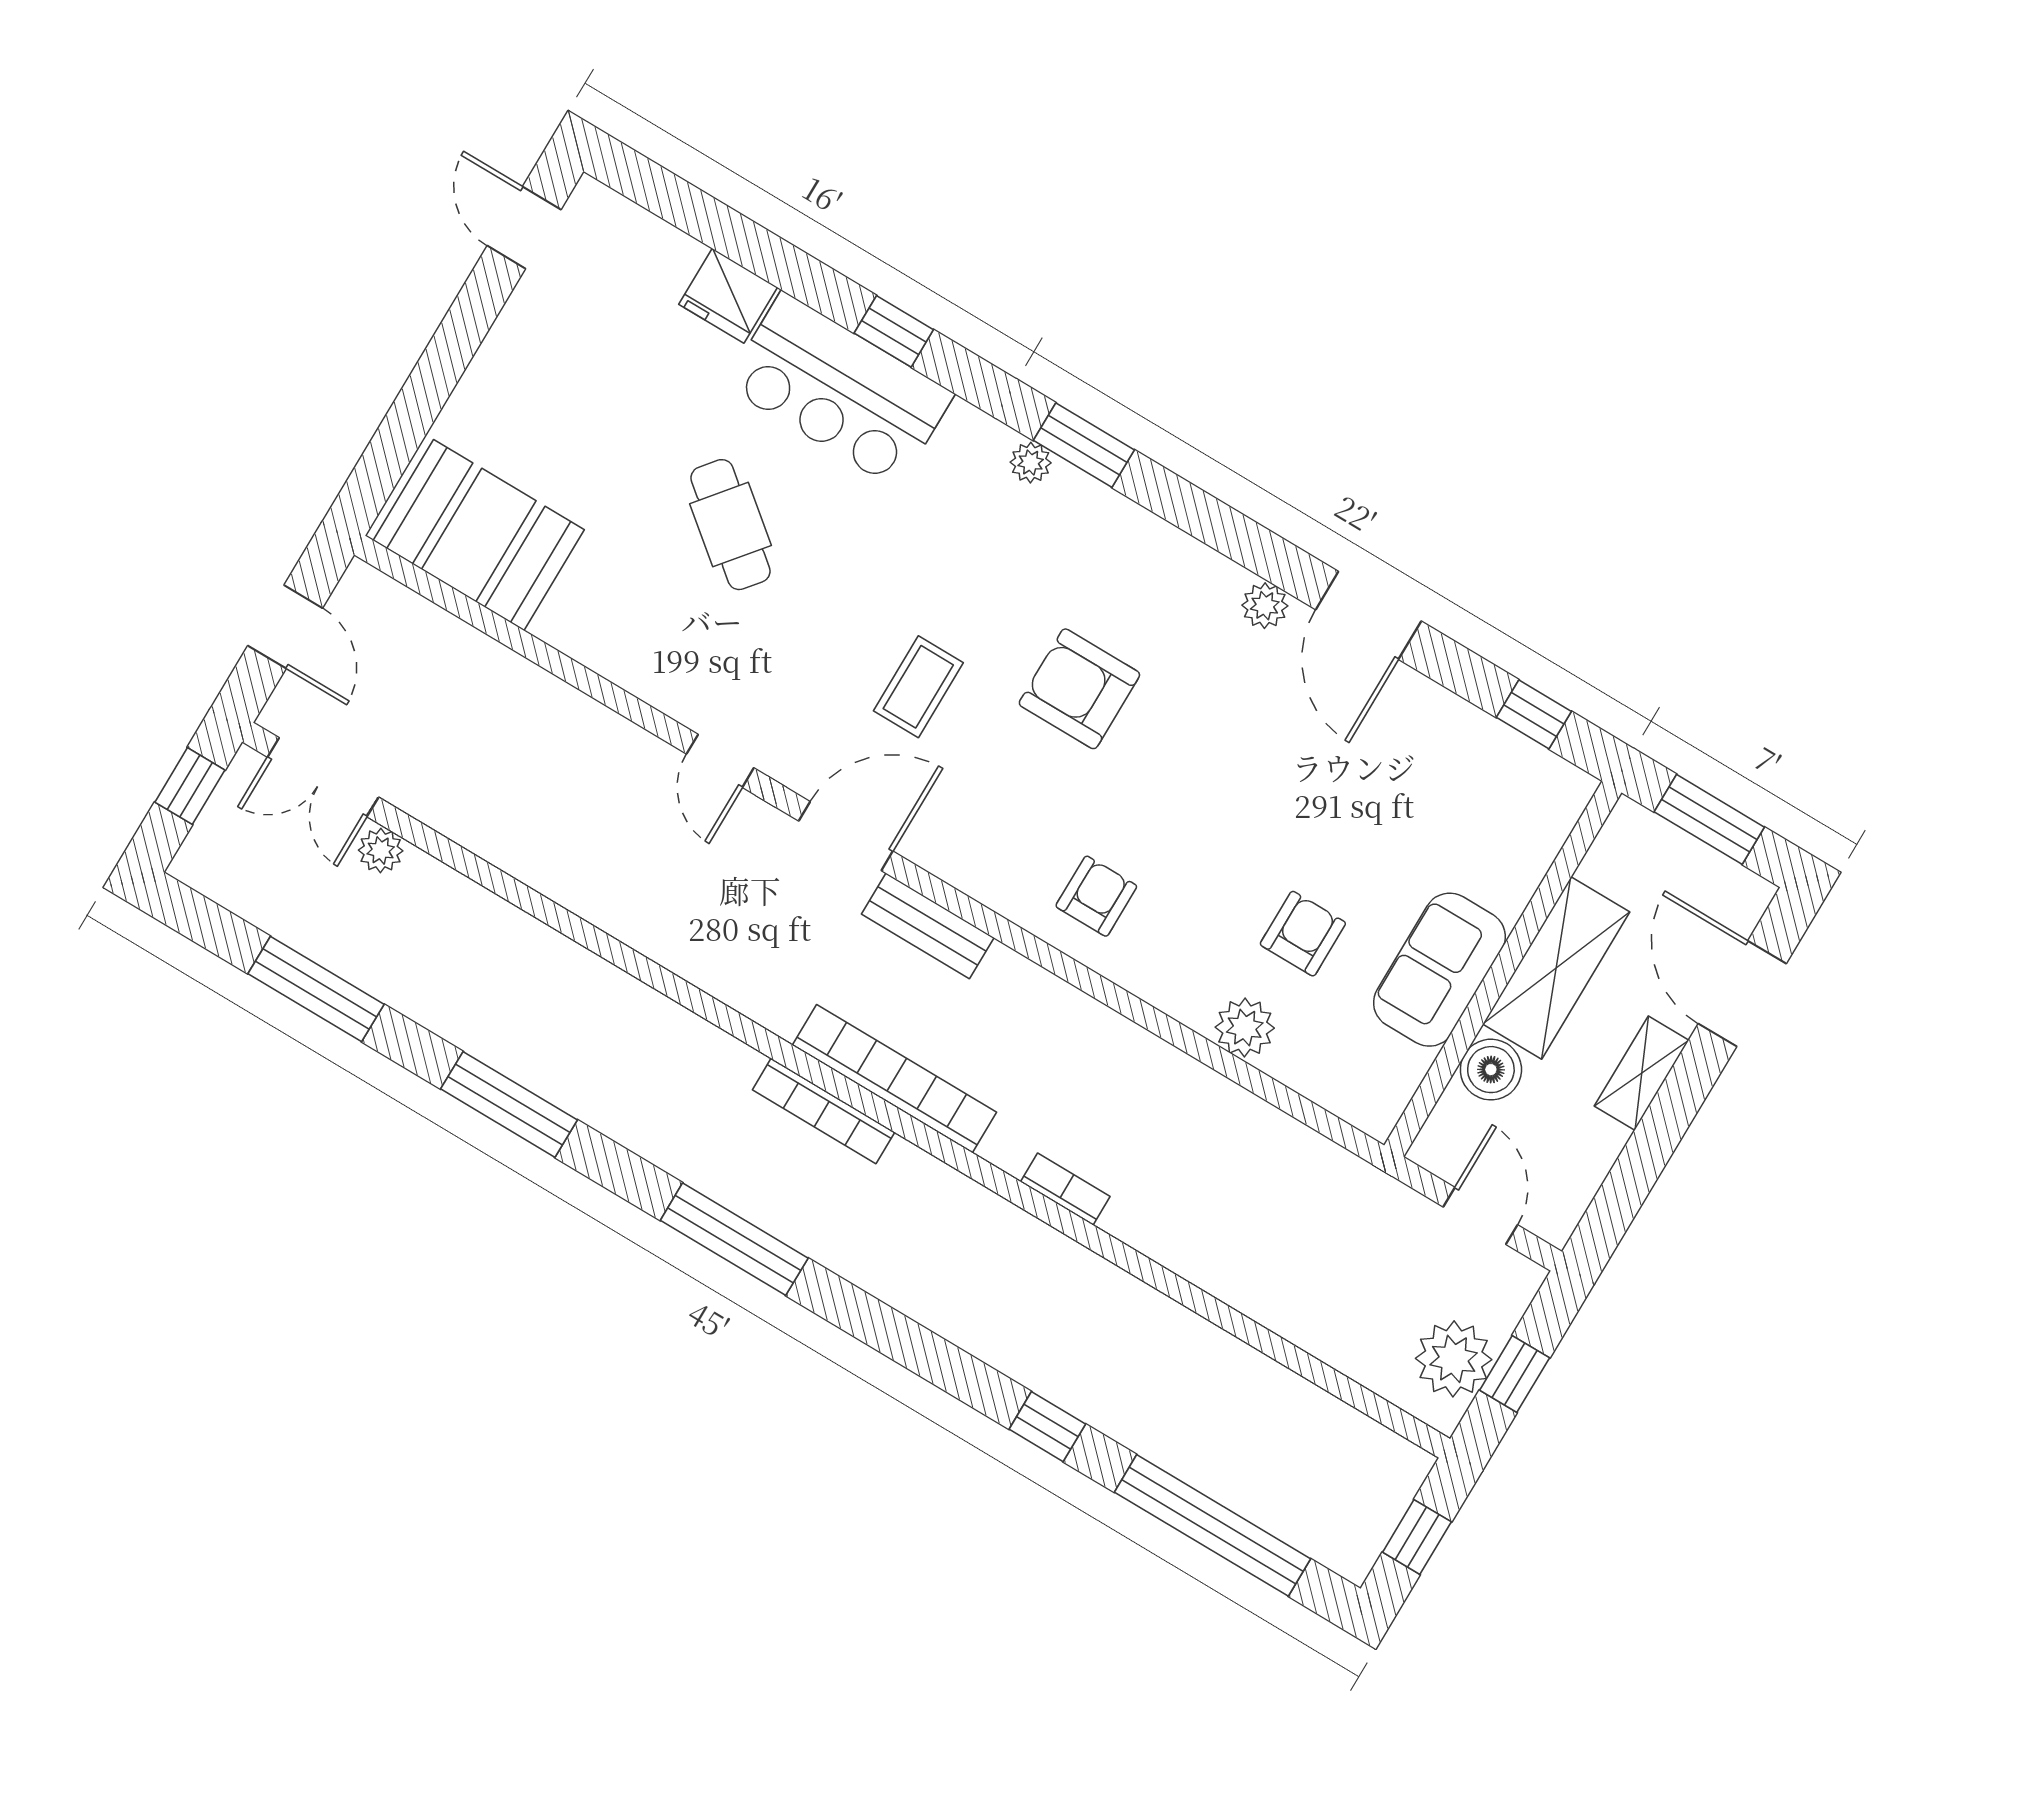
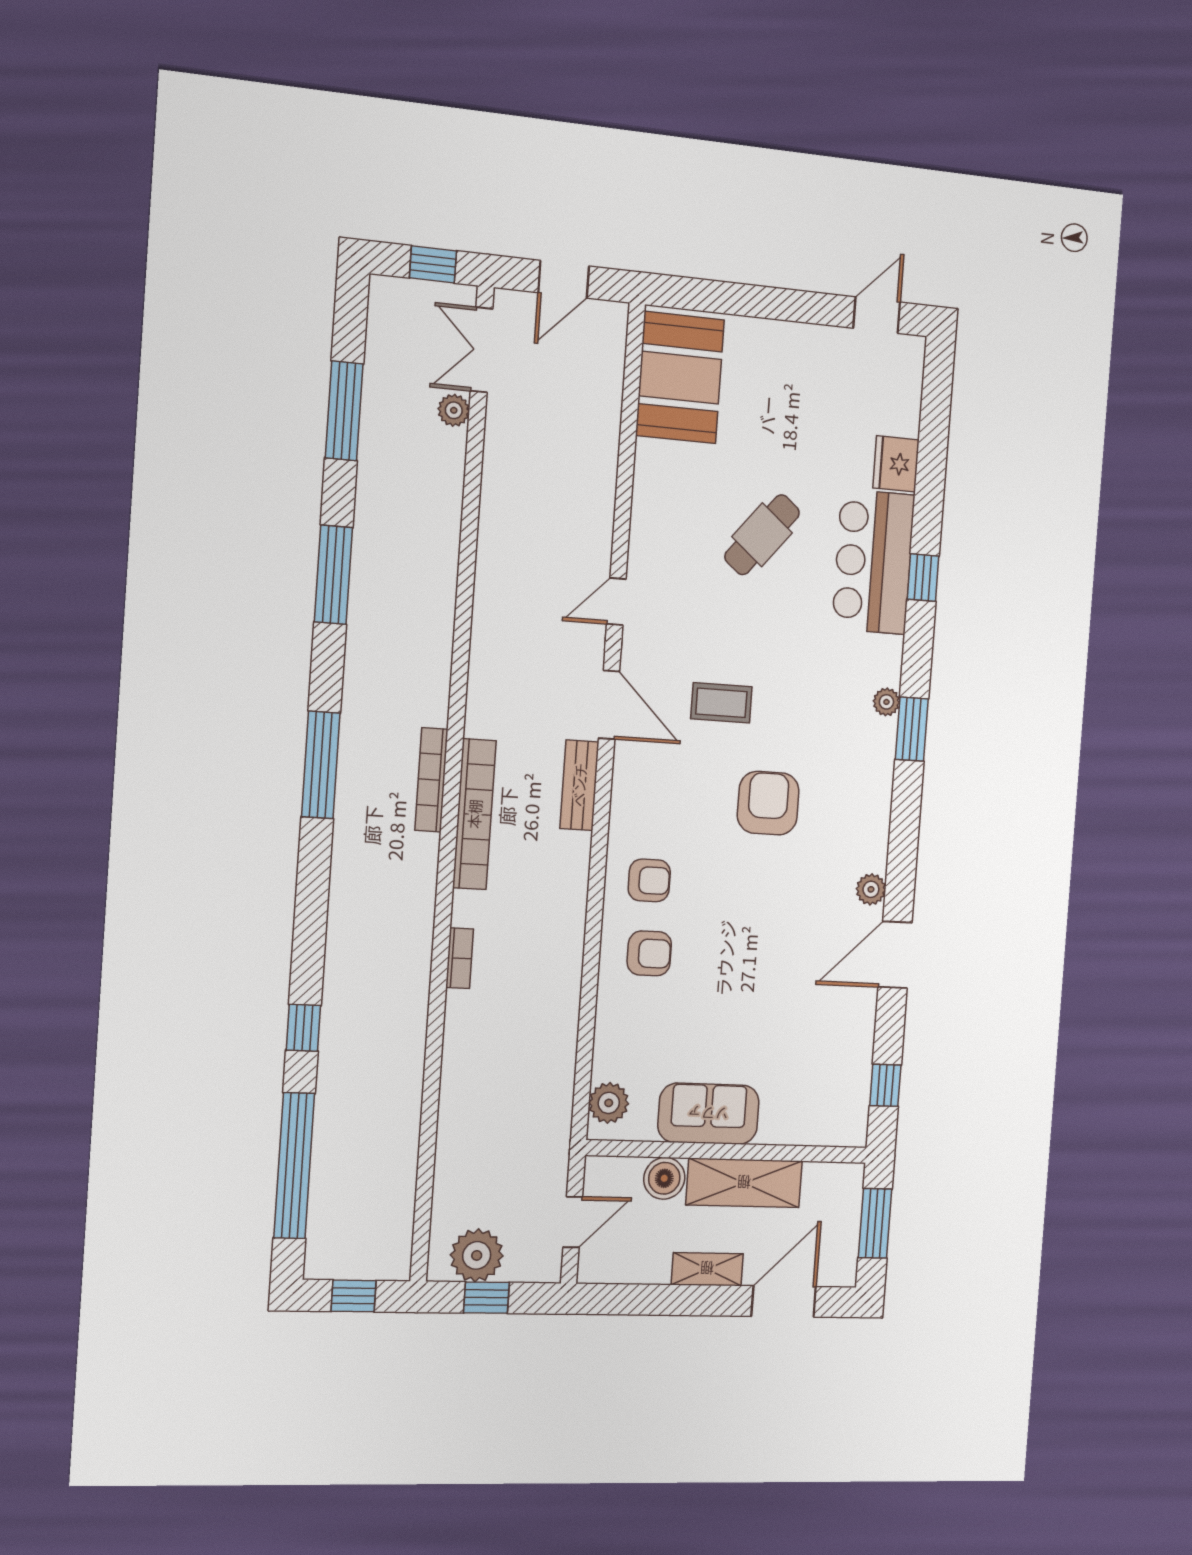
armchair: (1303, 934) -> (649, 953), moved
plant: (1245, 1028) -> (609, 1103), moved

